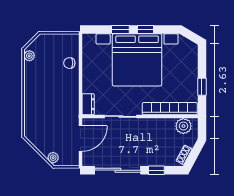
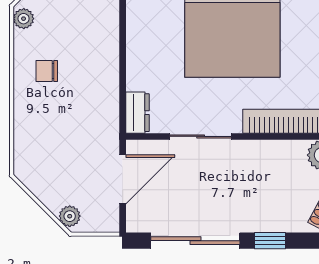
chair: (69, 63) -> (47, 71), moved

